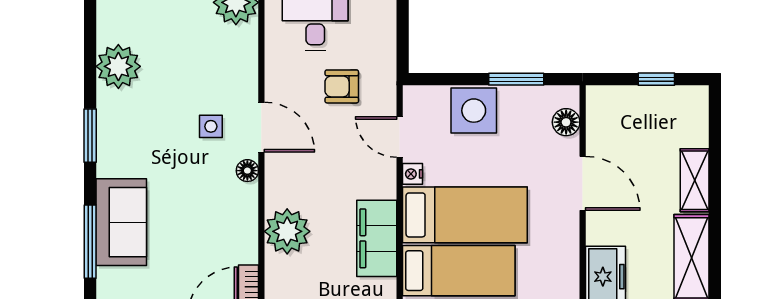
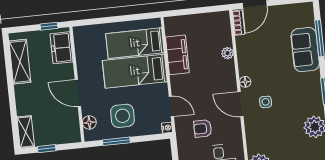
armchair: (342, 86) -> (203, 129), turned 180
side table: (474, 111) -> (122, 116), moved
nightstand: (412, 174) -> (167, 128), moved
shelving: (695, 180) -> (26, 132), moved
plant: (287, 231) -> (228, 53), width x0.53, depth x0.53

